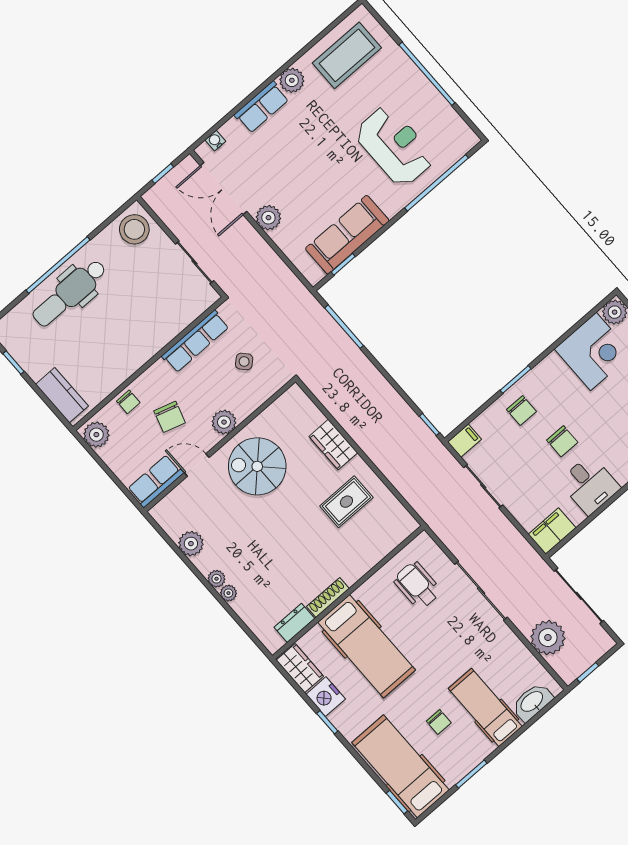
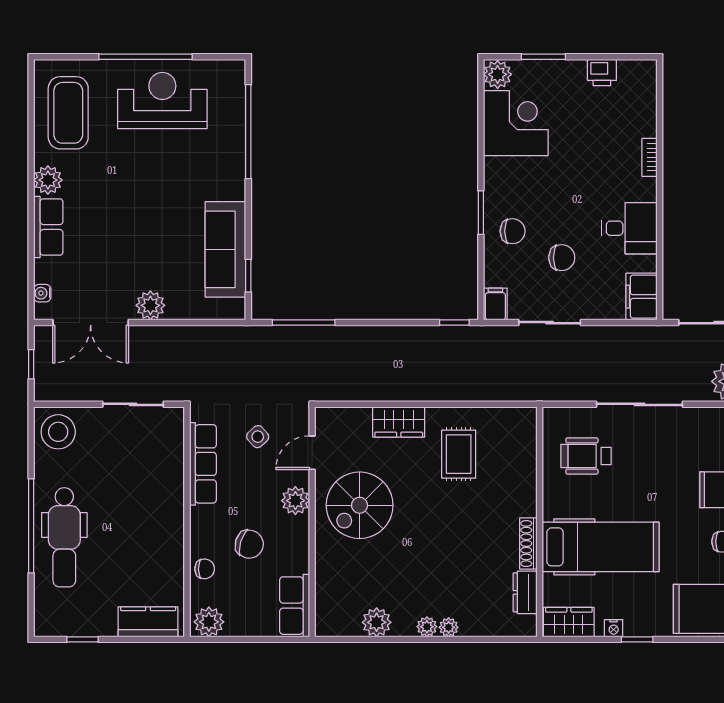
reception desk: (395, 146) -> (162, 101), moved
chair: (562, 441) -> (562, 258), moved
door: (197, 465) -> (312, 453), moved
nightstand: (326, 697) -> (614, 628), width x0.53, depth x0.56

